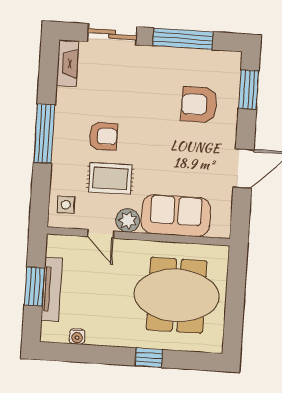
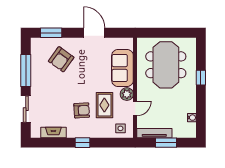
fireplace: (68, 63) -> (53, 132), moved
armchair: (199, 105) -> (61, 59), turned 36
window: (44, 134) -> (82, 143), width x0.46
armchair: (103, 136) -> (82, 110), turned 87
tv unit: (52, 289) -> (154, 133), moved

